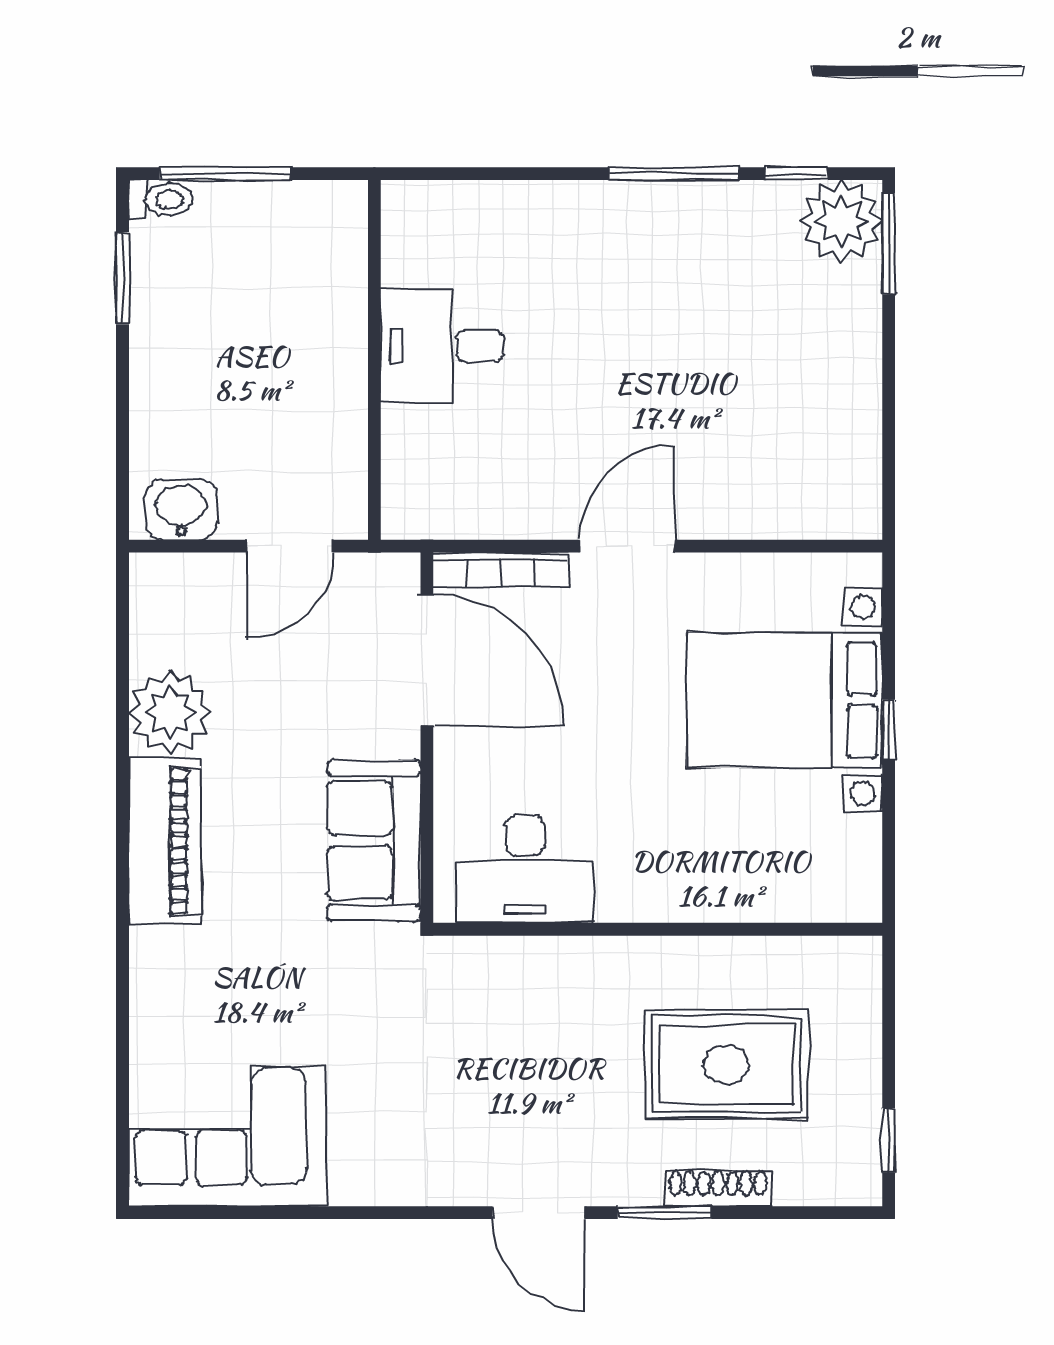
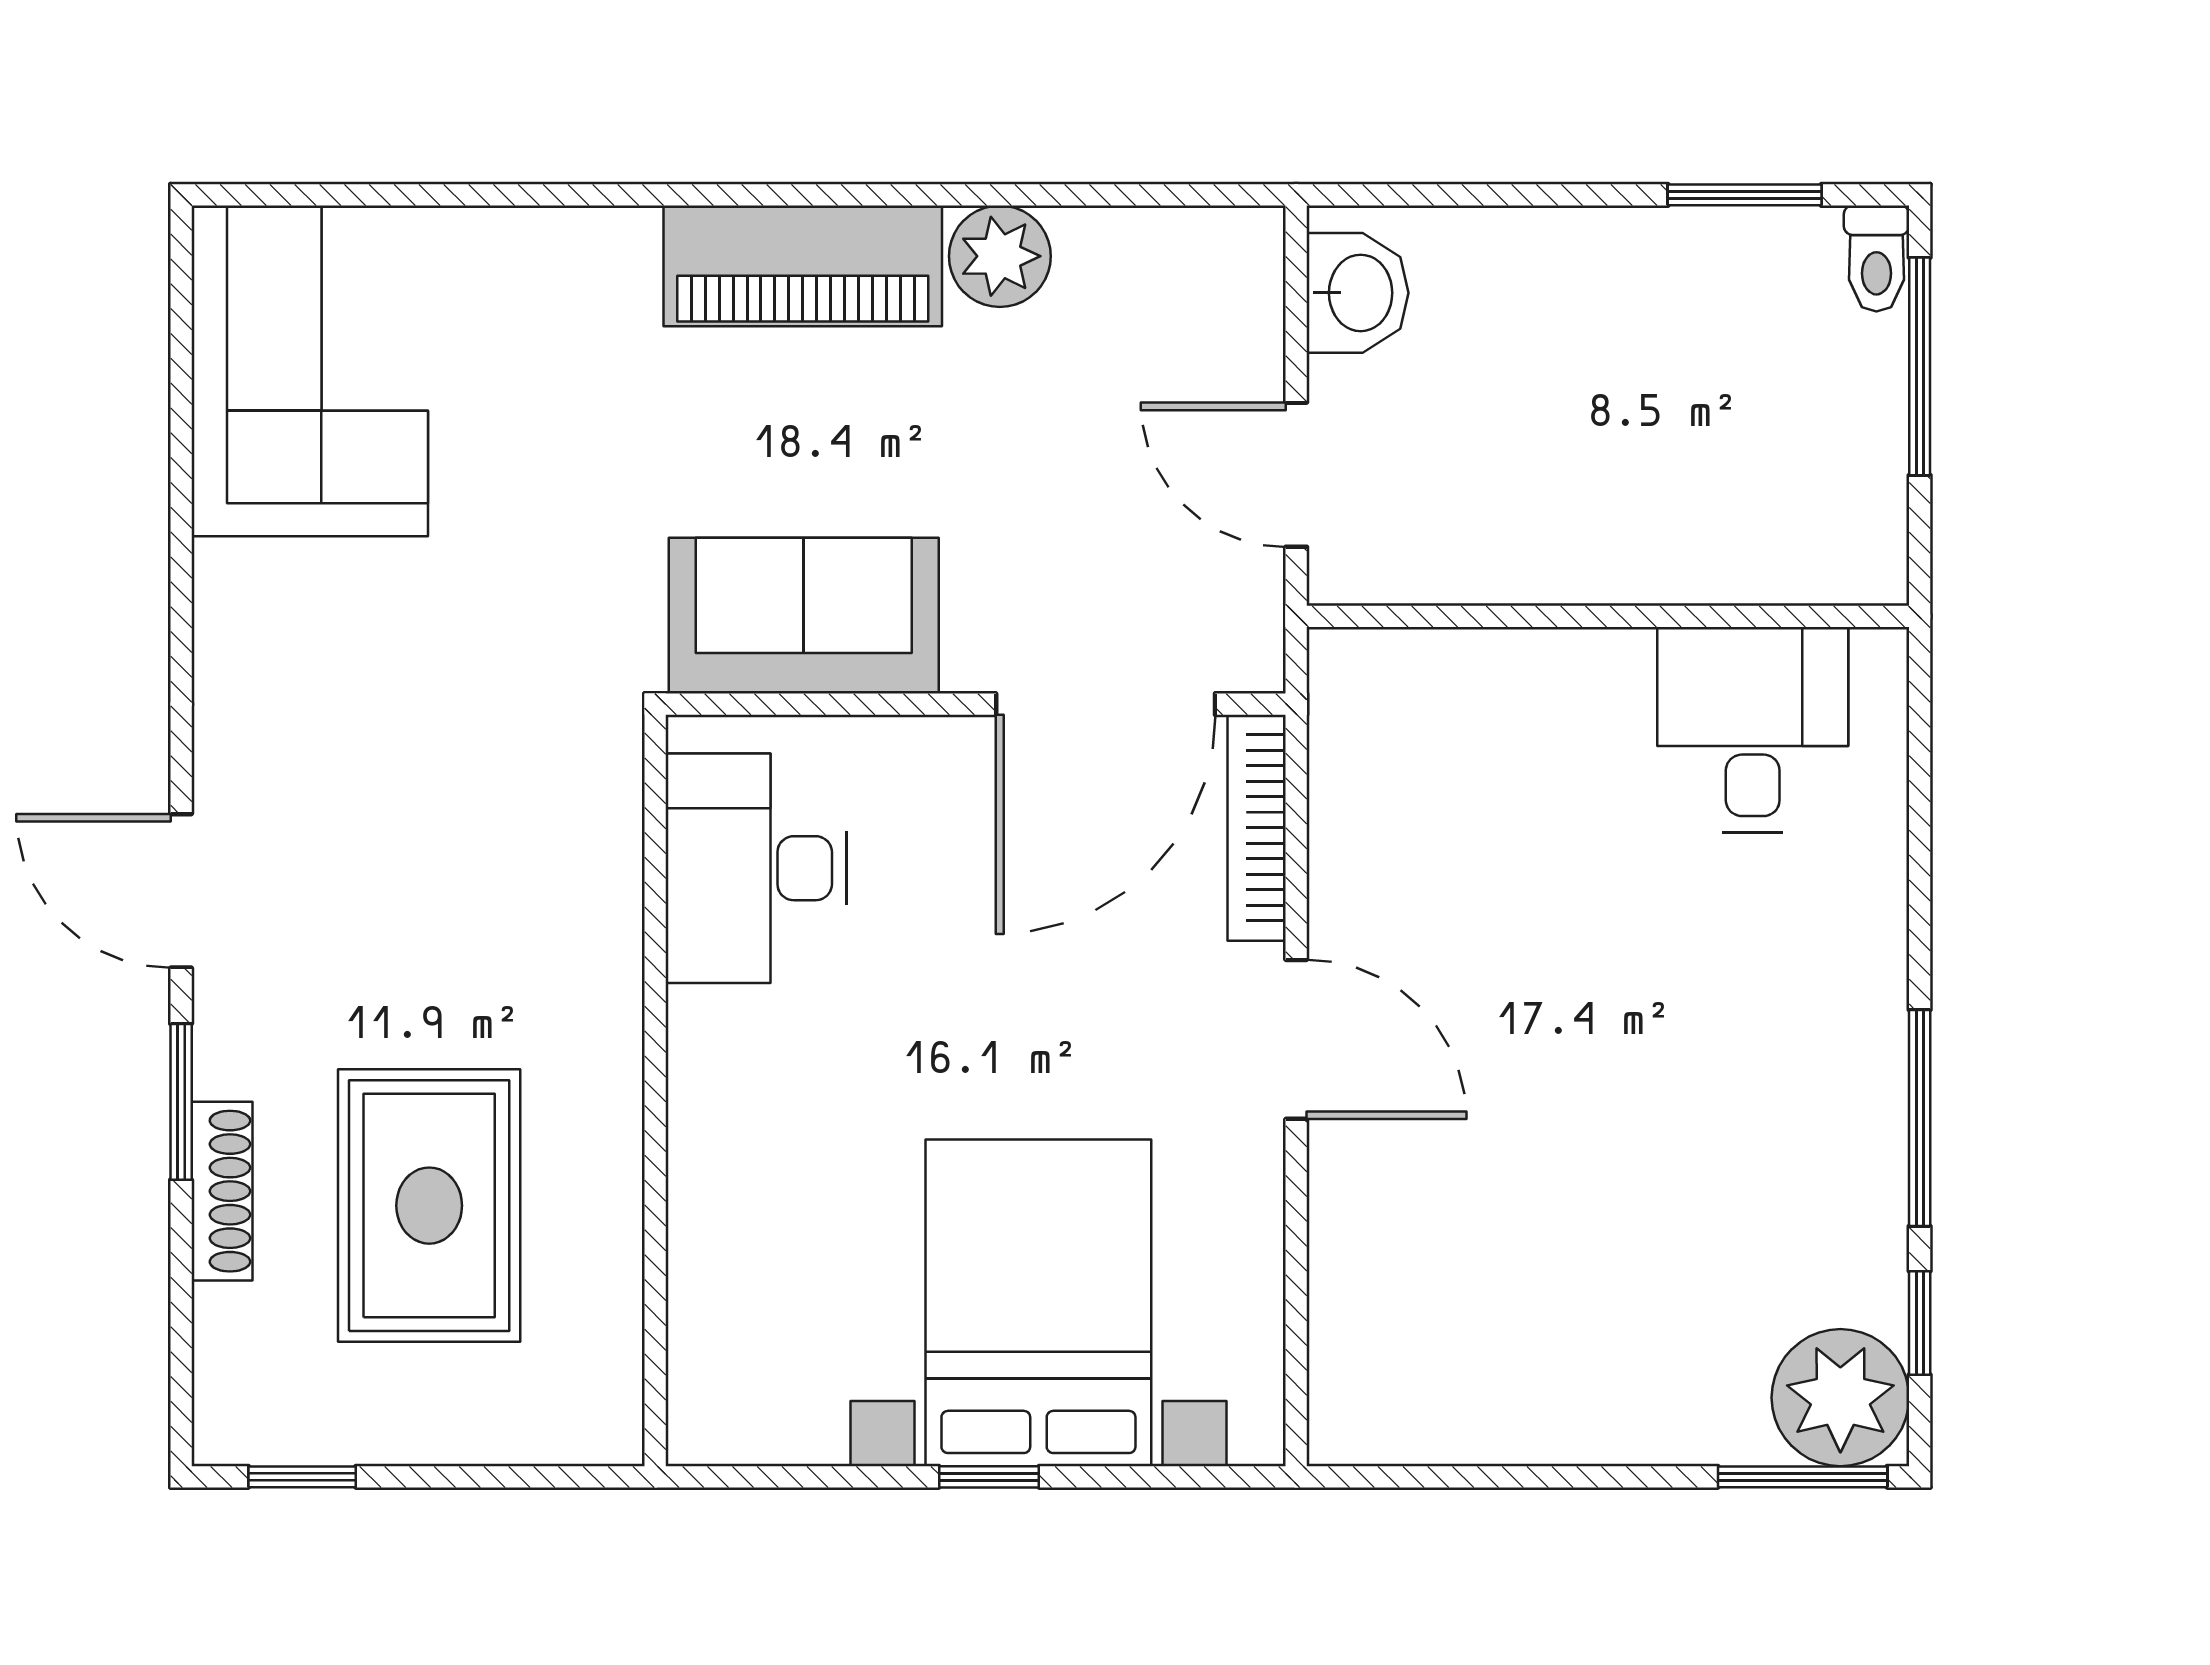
desk: (442, 346) -> (1753, 730), moved
plant: (170, 712) -> (1000, 256), width x0.73, depth x0.73
door: (538, 1213) -> (181, 891), hinge flipped

